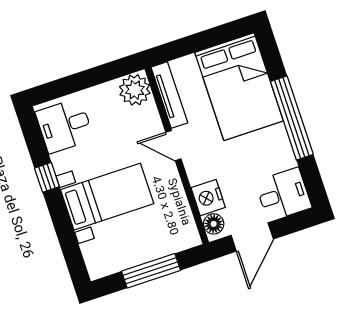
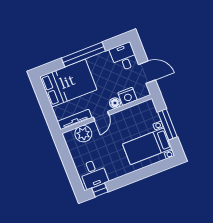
plant: (135, 90) -> (83, 134), moved
window: (47, 177) -> (100, 190), moved
bed with nightstands: (107, 197) -> (147, 146), moved, turned -90
floor lamp: (214, 224) -> (115, 103), moved

